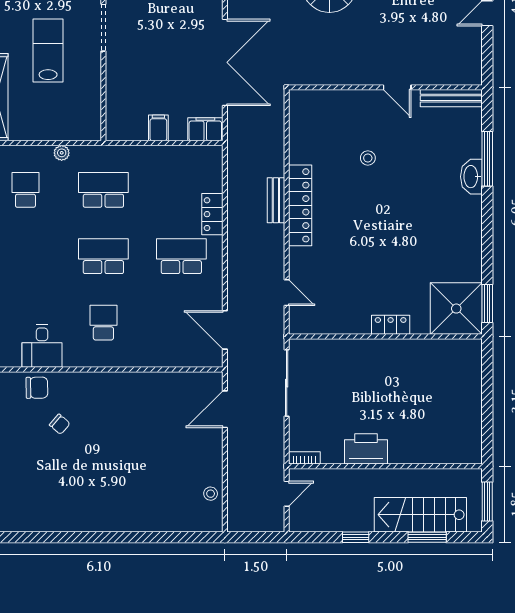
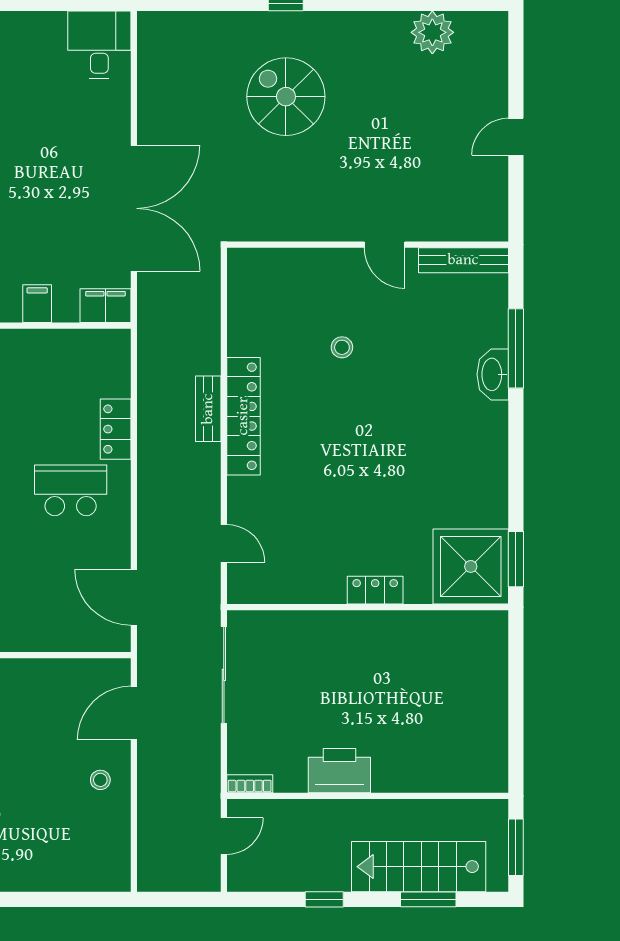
stool: (211, 494) -> (100, 780), moved

